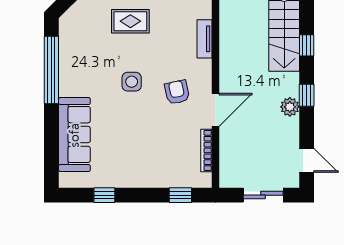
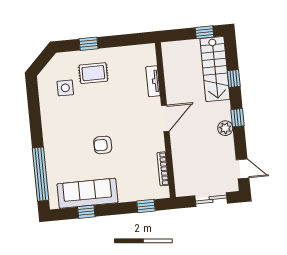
window: (51, 70) -> (41, 174), moved
side table: (132, 82) -> (65, 88), moved
armchair: (177, 92) -> (103, 145), moved, turned -78
door: (215, 110) -> (165, 118), moved
sofa: (74, 135) -> (87, 193), moved, turned -90

